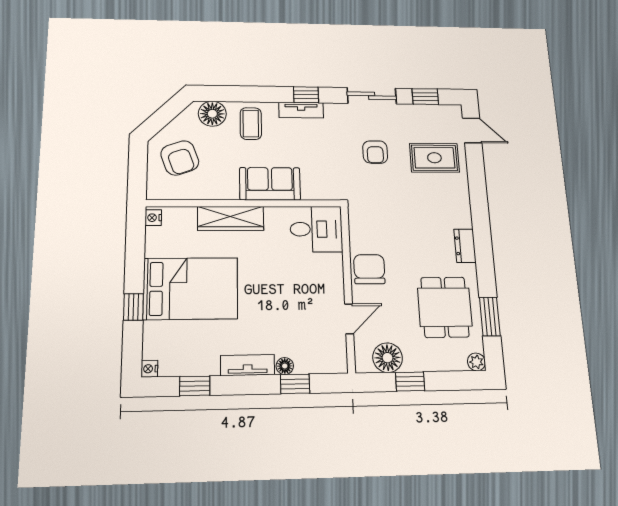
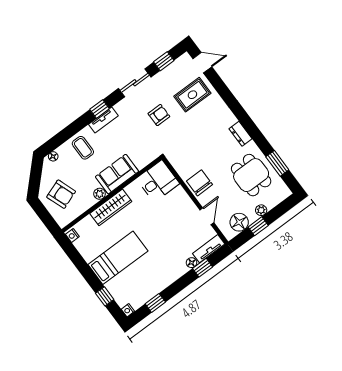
floor lamp: (212, 114) -> (53, 156), width x0.53, depth x0.53
armchair: (375, 152) -> (159, 115), turned -90
plant: (229, 192) -> (100, 194), added
bed: (191, 288) -> (118, 258), width x0.67
window: (133, 307) -> (105, 296), moved
plant: (476, 362) -> (261, 210), moved
tv unit: (248, 365) -> (209, 249), moved

